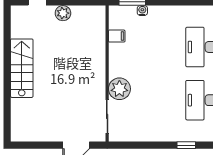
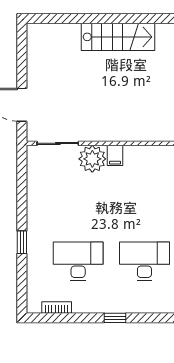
filing cabinet: (117, 36) -> (115, 155), moved

